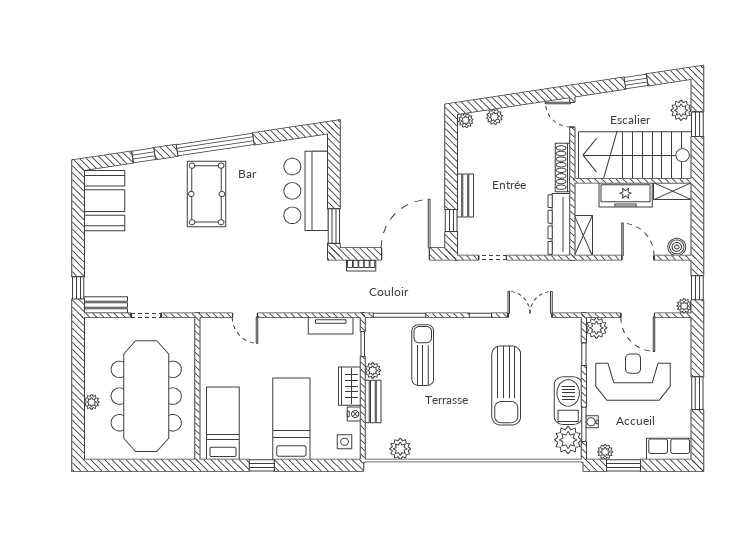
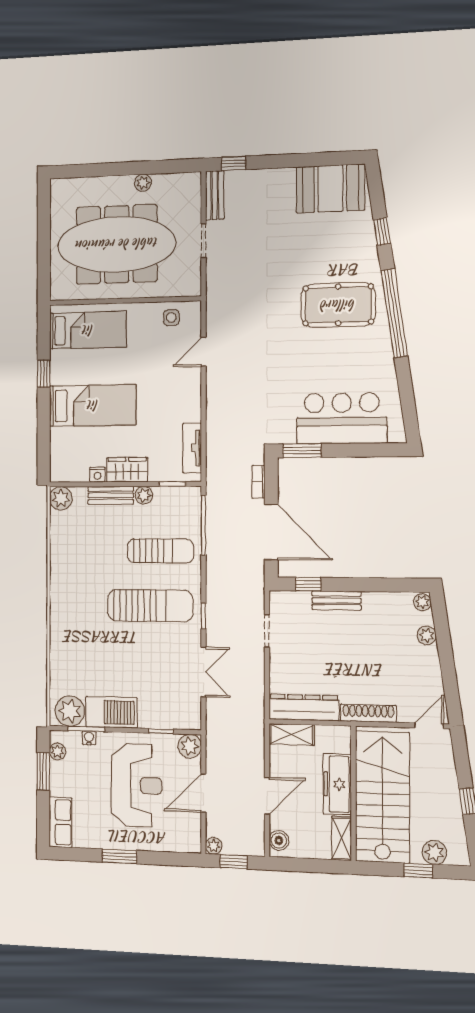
sun lounger: (506, 385) -> (150, 606), moved, turned 180
plant: (92, 402) -> (143, 183), moved
side table: (345, 442) -> (171, 318), moved
plant: (400, 449) -> (61, 498), moved

